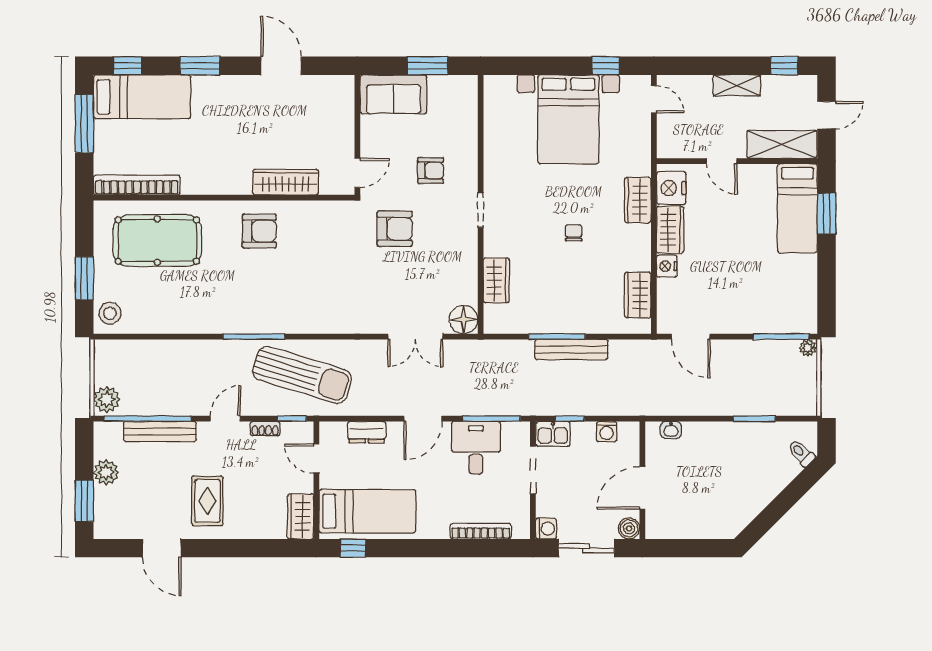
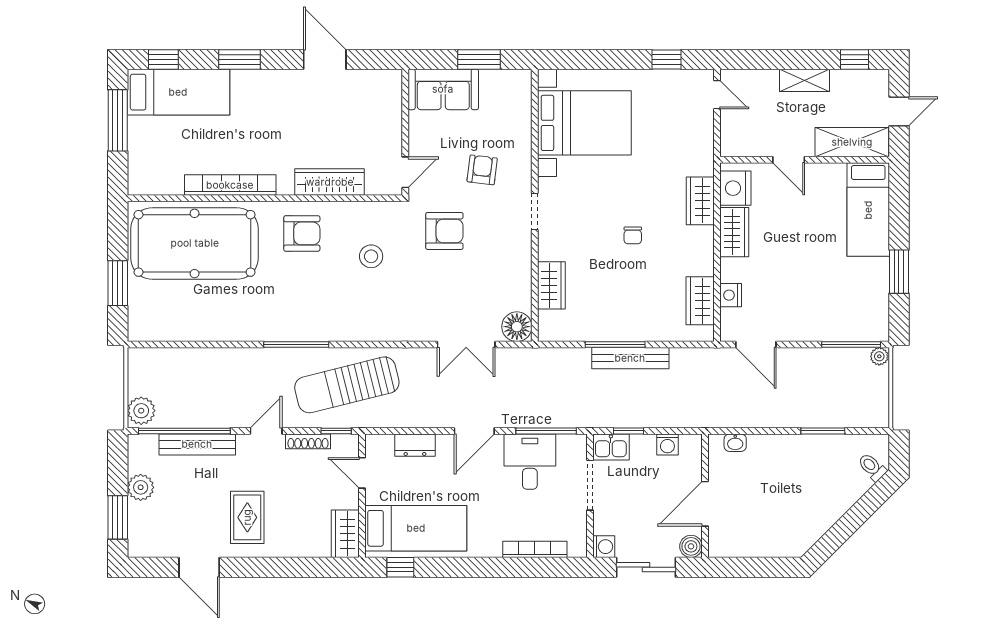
bed with nightstands: (568, 119) -> (584, 123), moved, turned -90
armchair: (431, 171) -> (482, 170), turned -83
bookcase: (137, 185) -> (230, 185), moved
window: (827, 214) -> (899, 272), moved
chair: (574, 233) -> (633, 235), turned 180
pool table: (157, 241) -> (195, 243), width x1.36, depth x1.32
nightstand: (667, 266) -> (731, 295), moved
stool: (110, 313) -> (371, 256), moved
sun lounger: (302, 375) -> (347, 385), turned 149
shoe rack: (265, 429) -> (308, 441), width x1.43

